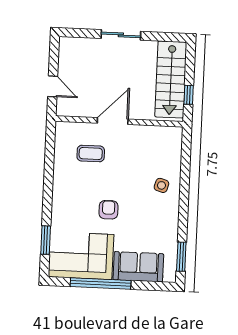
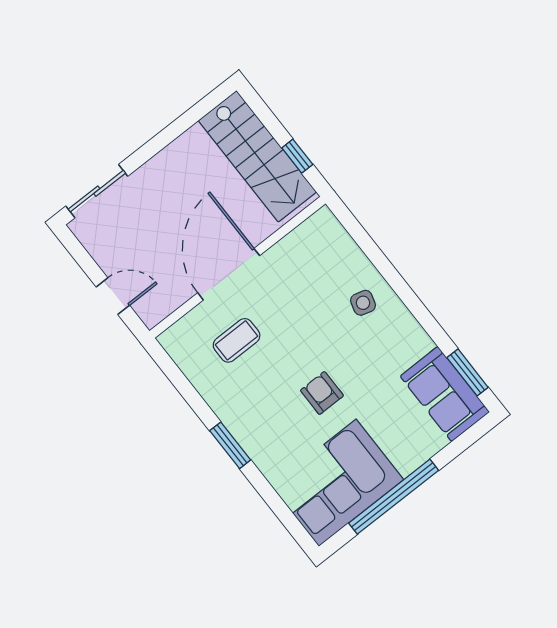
sliding door: (121, 35) -> (97, 191), moved
door: (113, 121) -> (229, 274), width x1.36
window: (46, 240) -> (230, 445), moved
sofa: (138, 267) -> (445, 394), moved, turned -90

